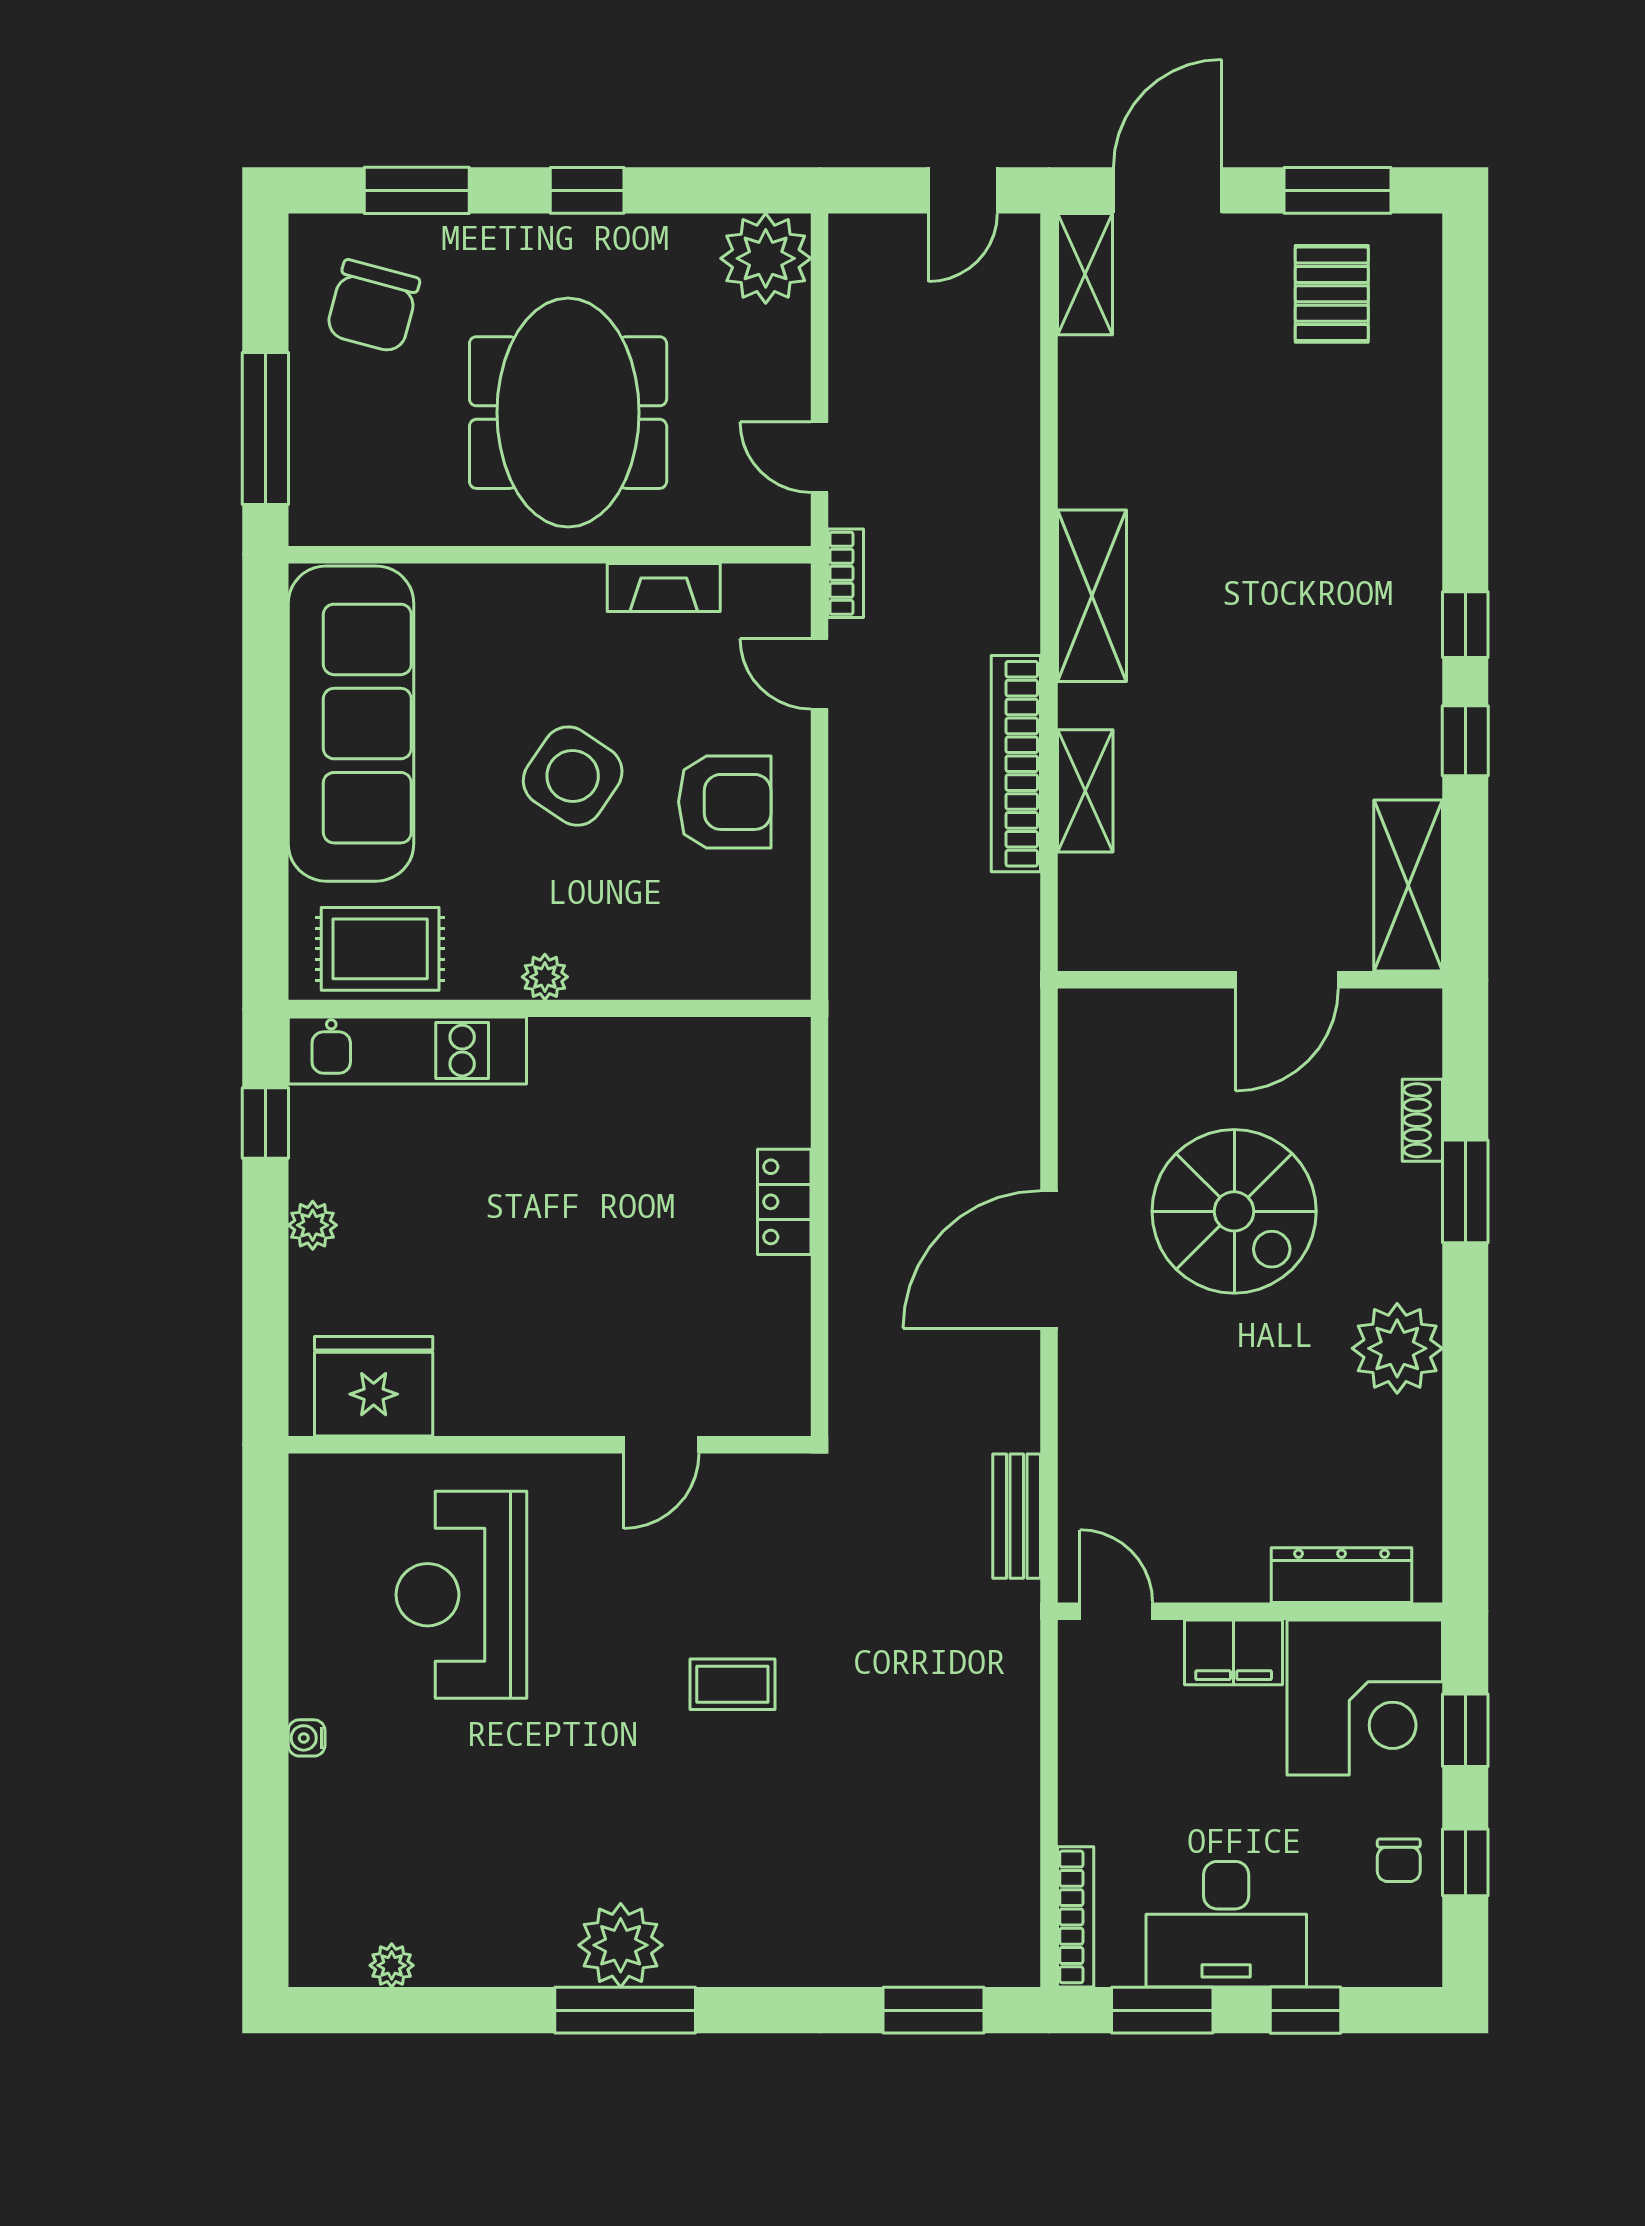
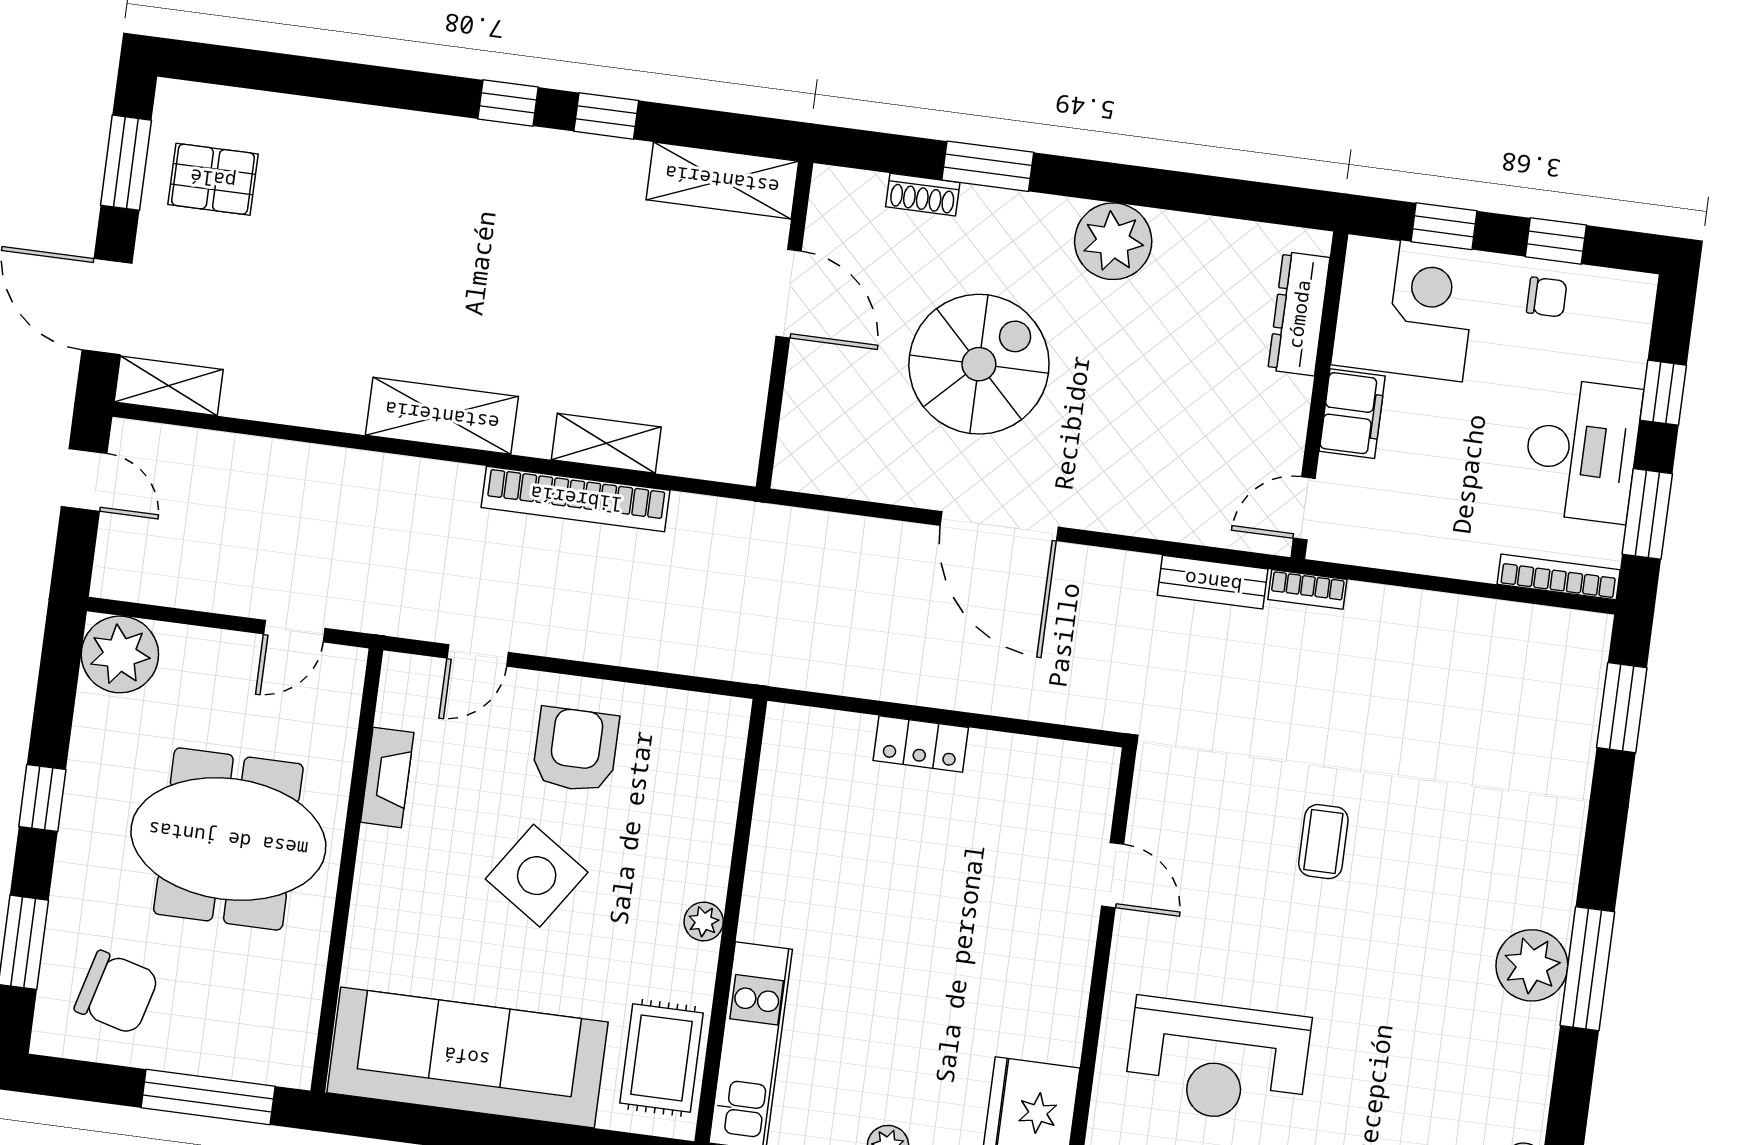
bookcase: (846, 573) -> (1307, 589), moved, turned 180

